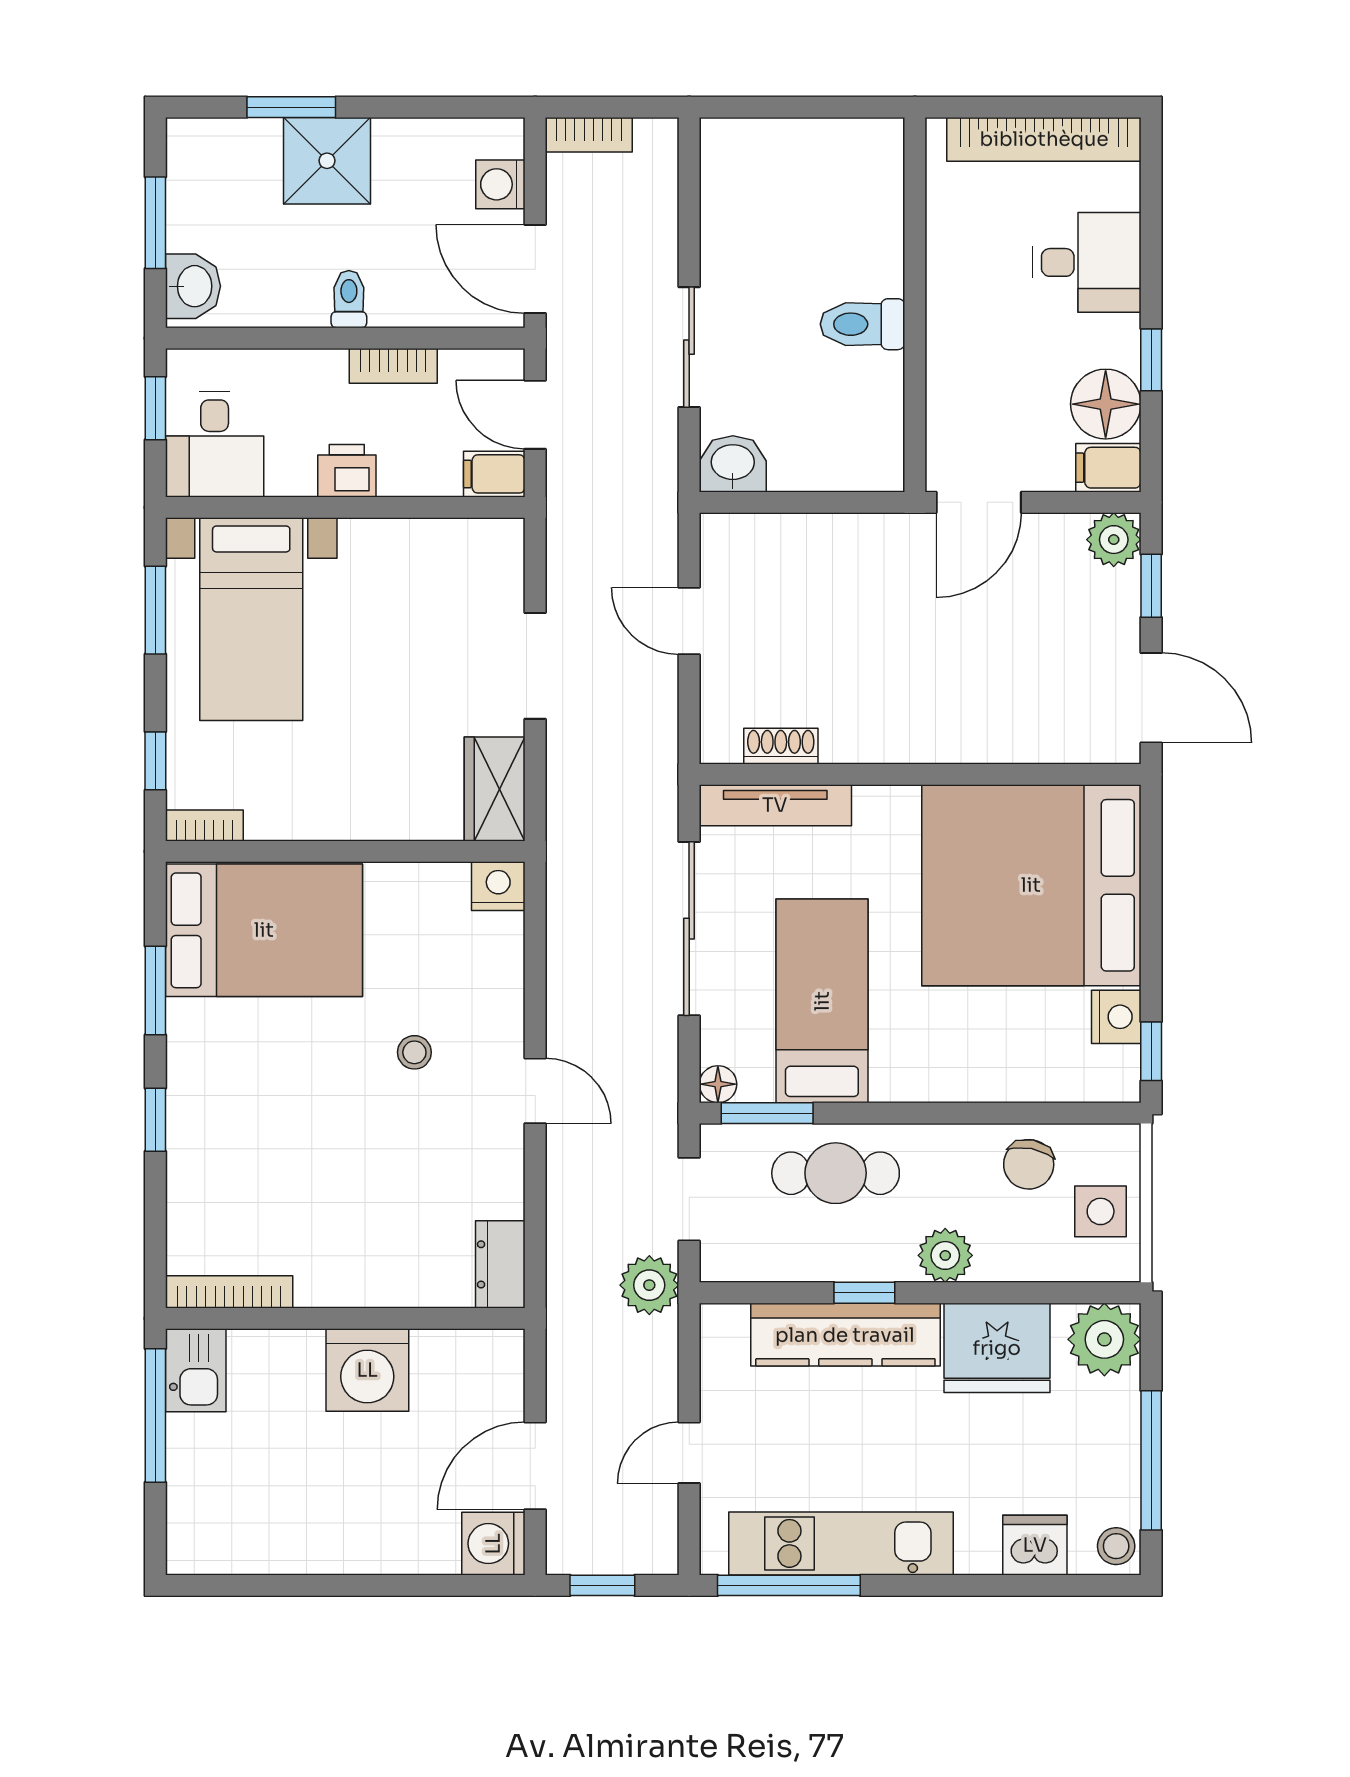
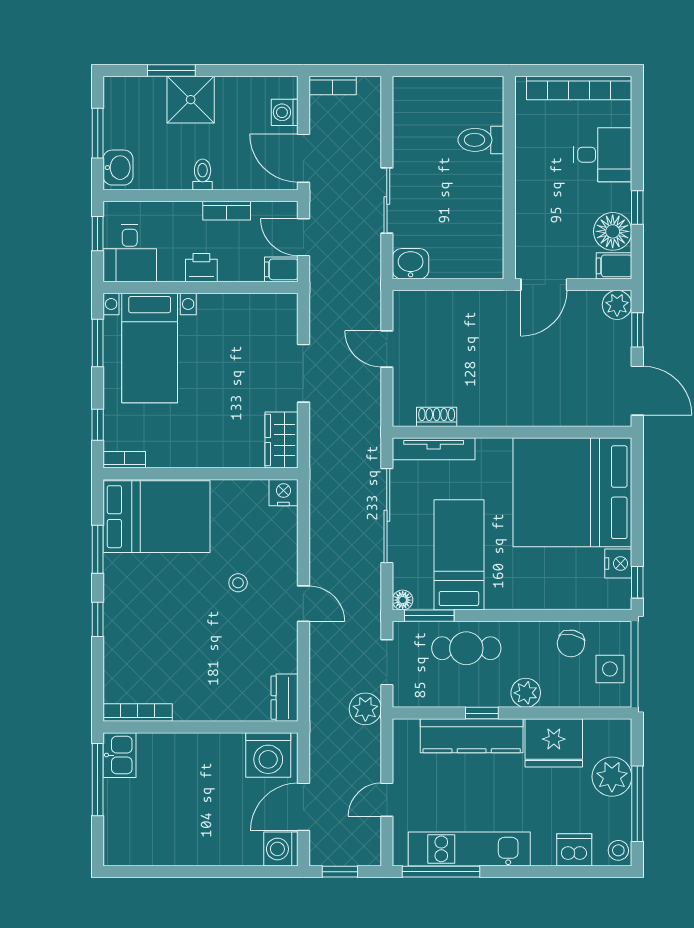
toilet: (863, 324) -> (481, 140), moved
plant: (1104, 1339) -> (612, 777), moved
washing machine: (367, 1370) -> (268, 755), moved

